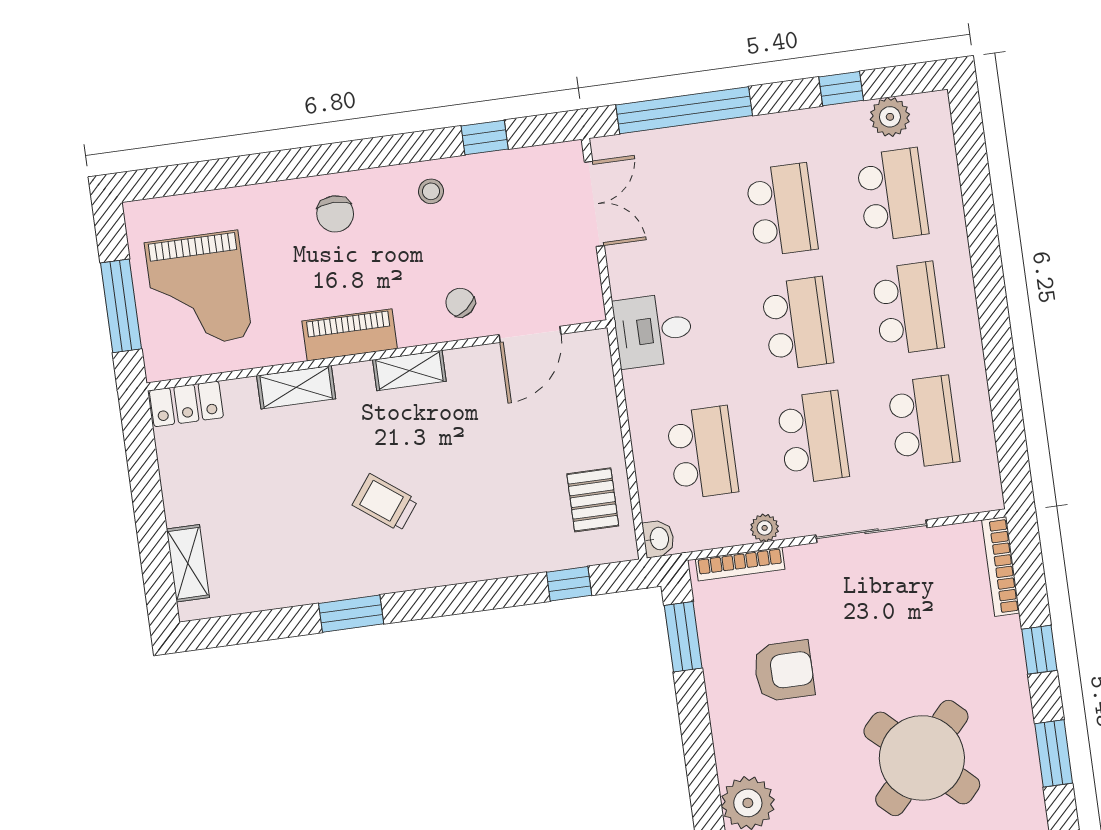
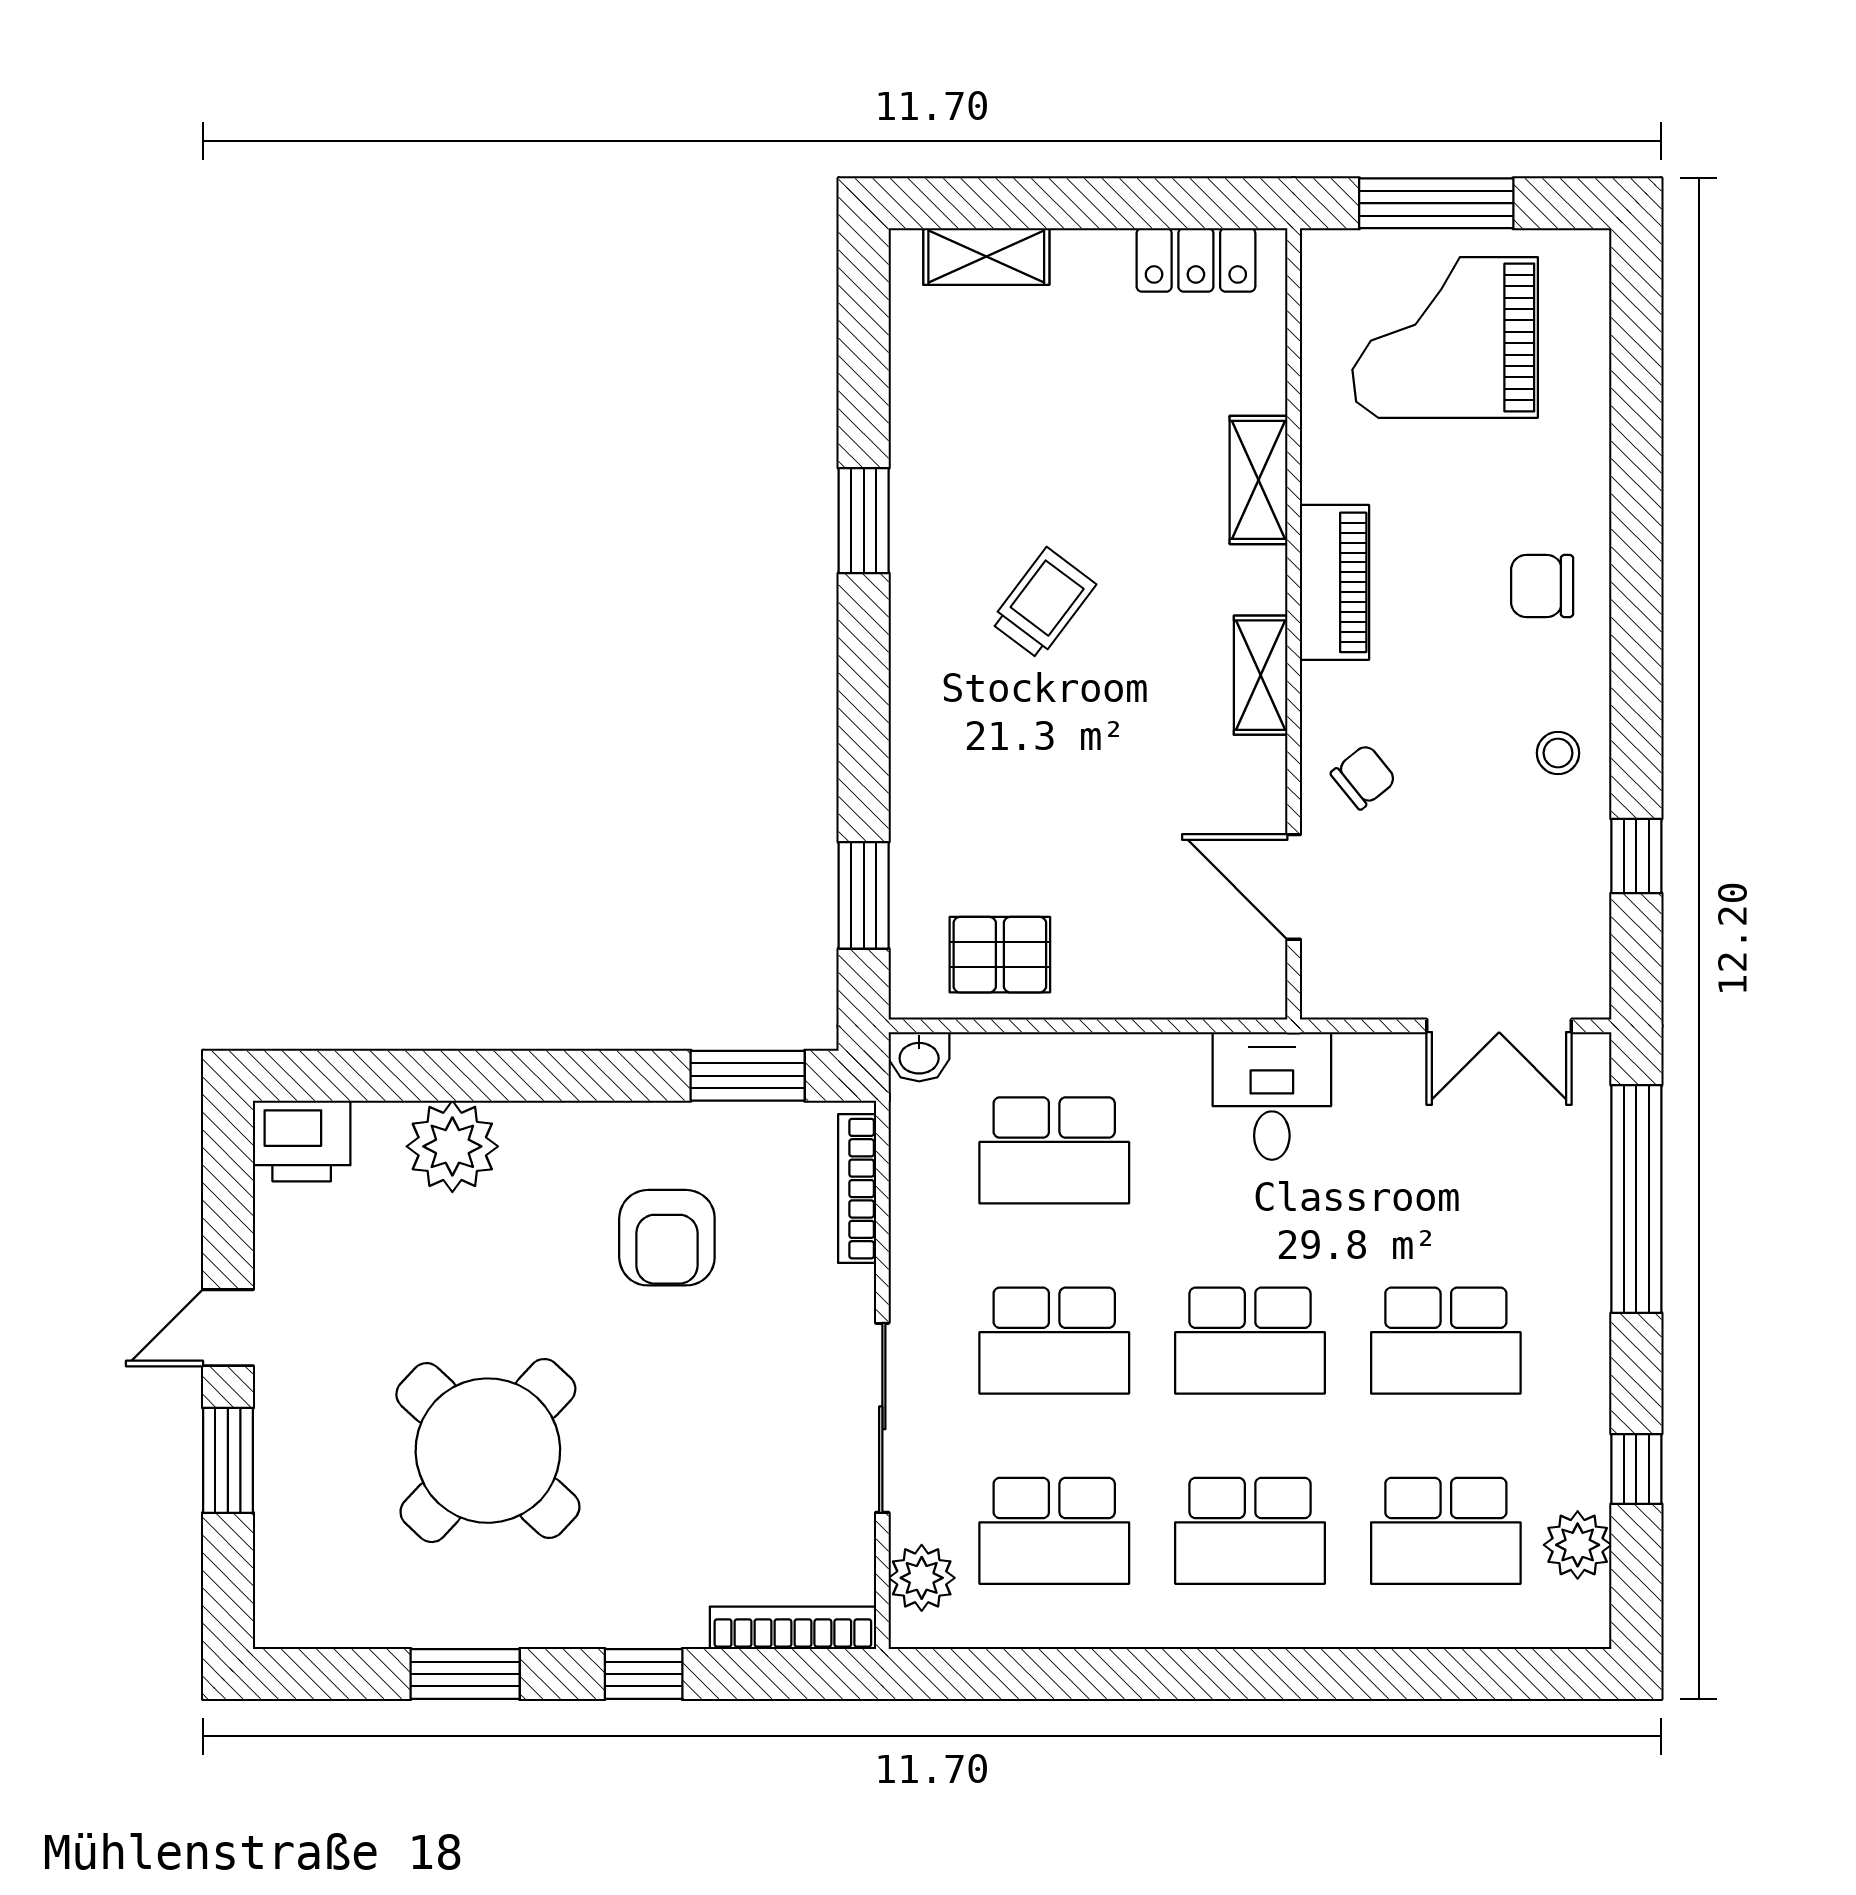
locker: (186, 404) -> (1196, 260), moved, turned -90
plant: (765, 528) -> (922, 1578), moved, width x1.38, depth x1.38
window: (569, 584) -> (864, 895), width x1.50

